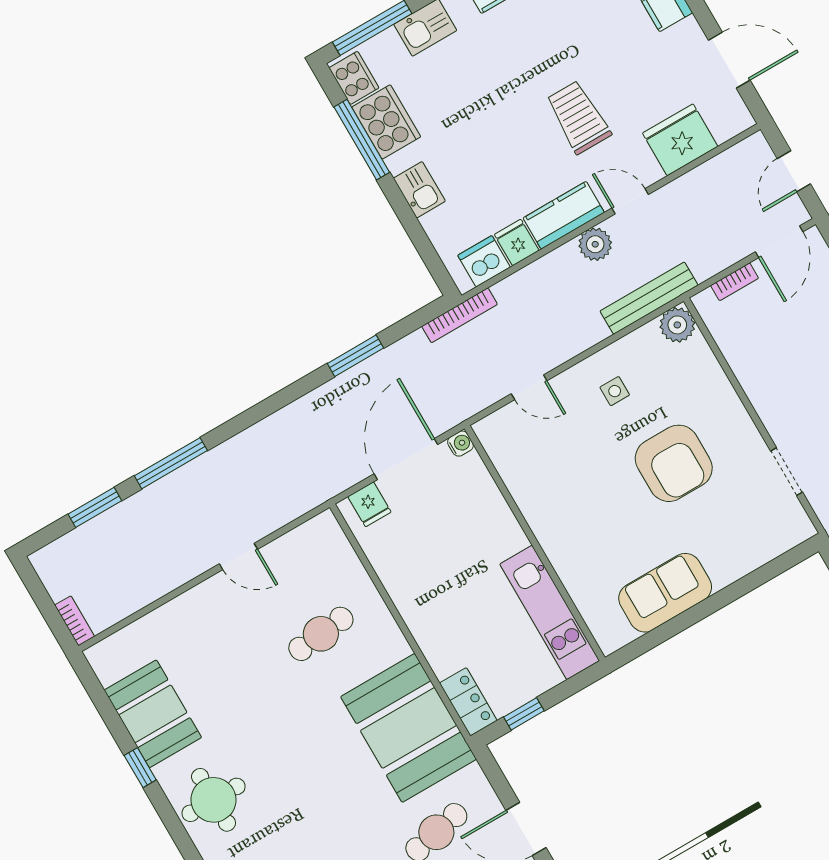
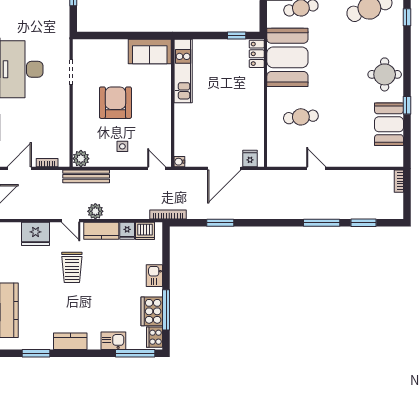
water cooler: (460, 444) -> (179, 162), moved
wall: (535, 543) -> (173, 103), moved
kitchen unit: (550, 612) -> (183, 71), moved

